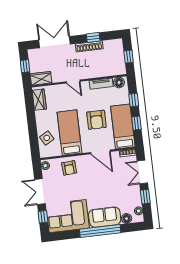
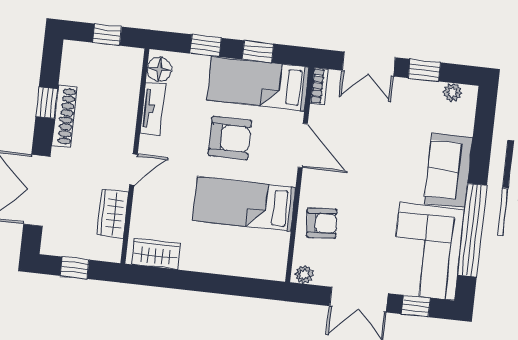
wardrobe: (41, 78) -> (113, 214), moved
side table: (47, 138) -> (244, 257), removed
door: (101, 152) -> (303, 146), hinge flipped
floor lamp: (127, 219) -> (463, 123), removed
window: (100, 231) -> (472, 230), moved

